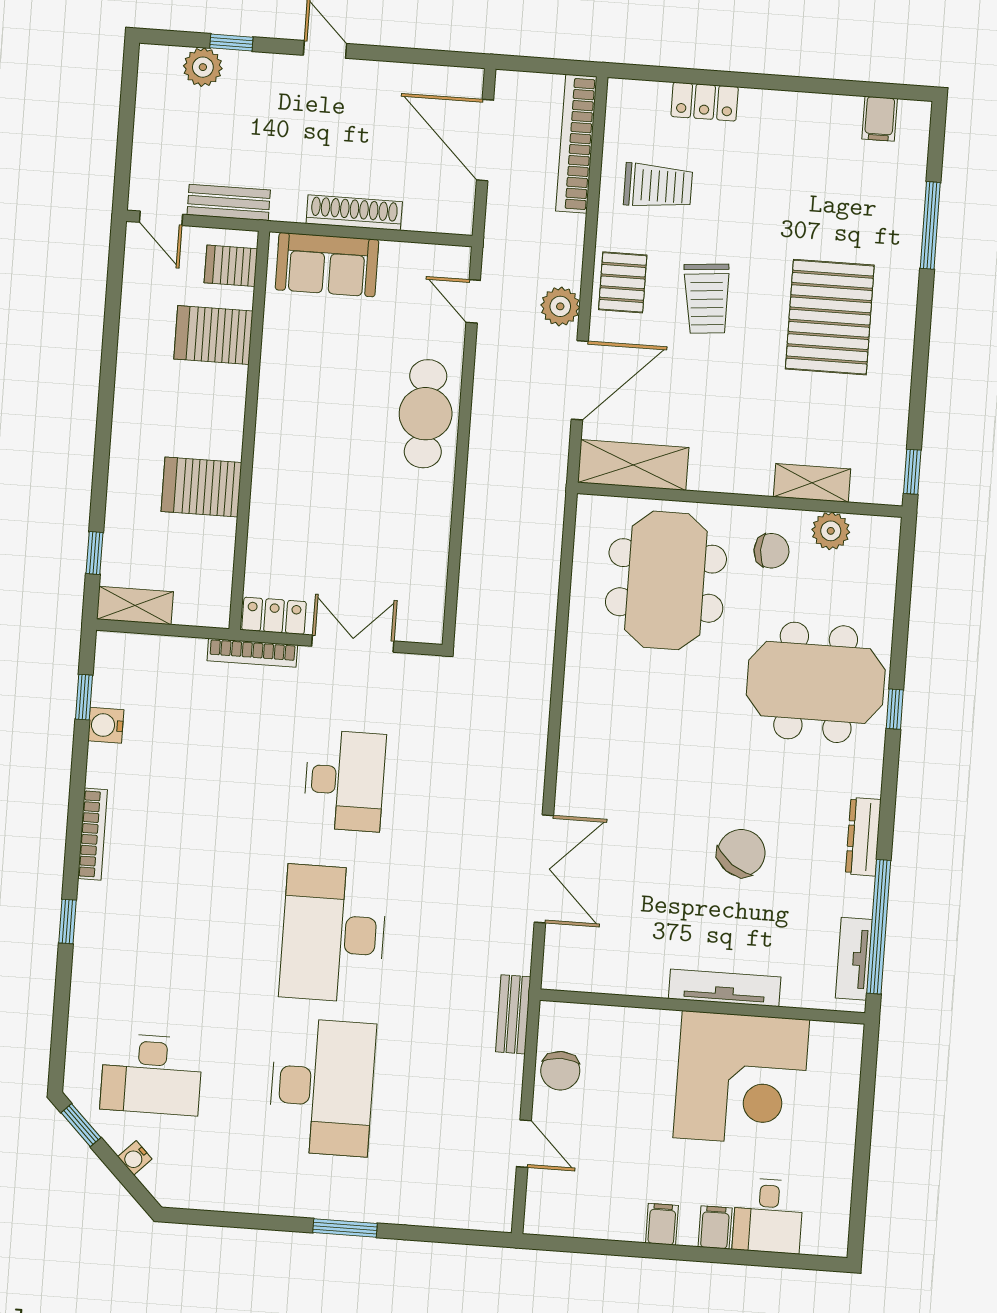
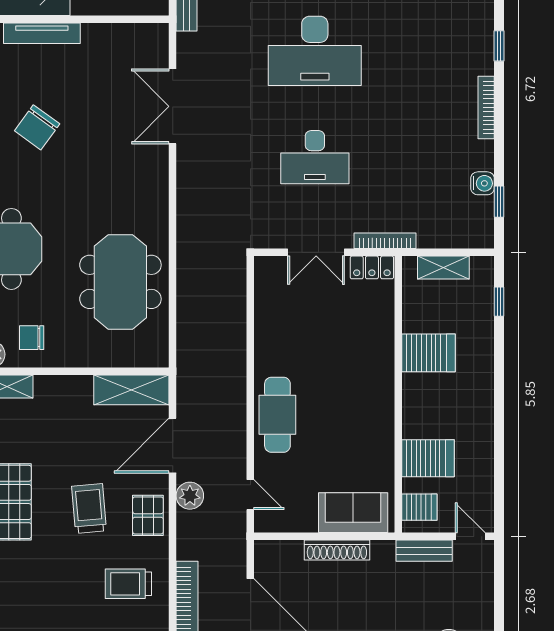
meeting table: (666, 580) -> (120, 282), moved
shelving: (135, 605) -> (443, 268), moved
desk: (344, 781) -> (315, 157), turned -90
desk: (333, 934) -> (315, 51), turned 90

